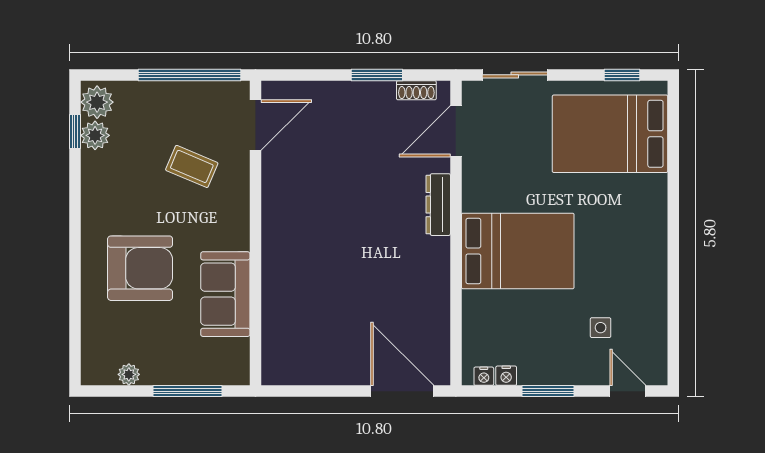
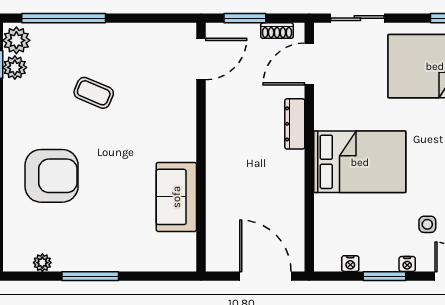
window: (189, 75) -> (64, 18), moved
door: (256, 125) -> (201, 59), moved
wall: (256, 233) -> (201, 147), moved
sofa: (225, 294) -> (176, 197), moved
nightstand: (484, 376) -> (407, 264), moved

